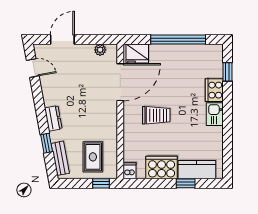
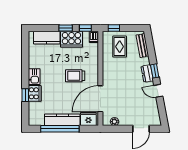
kitchen counter: (175, 52) -> (62, 120), added
door: (33, 68) -> (158, 91), moved
window: (227, 72) -> (25, 95), moved
window: (47, 143) -> (155, 71), moved
window: (142, 183) -> (85, 28), added
window: (186, 183) -> (66, 28), moved

